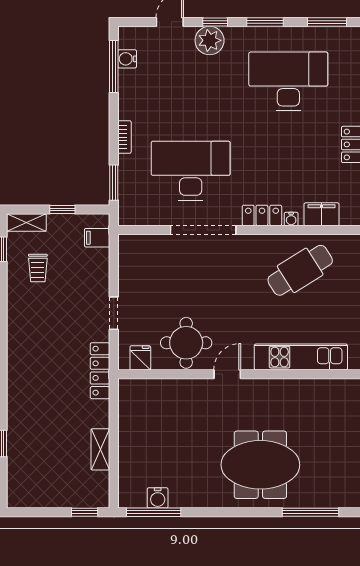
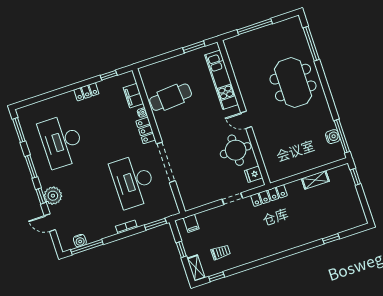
cafe table: (300, 270) -> (171, 97), turned -62

